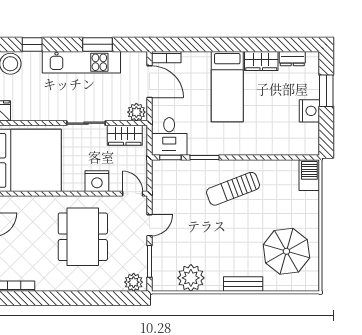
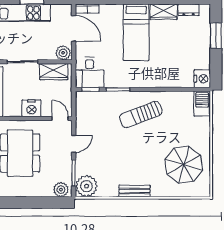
nightstand: (309, 111) -> (202, 79), moved
plant: (191, 278) -> (86, 186), moved
bench: (243, 284) -> (134, 191), moved

